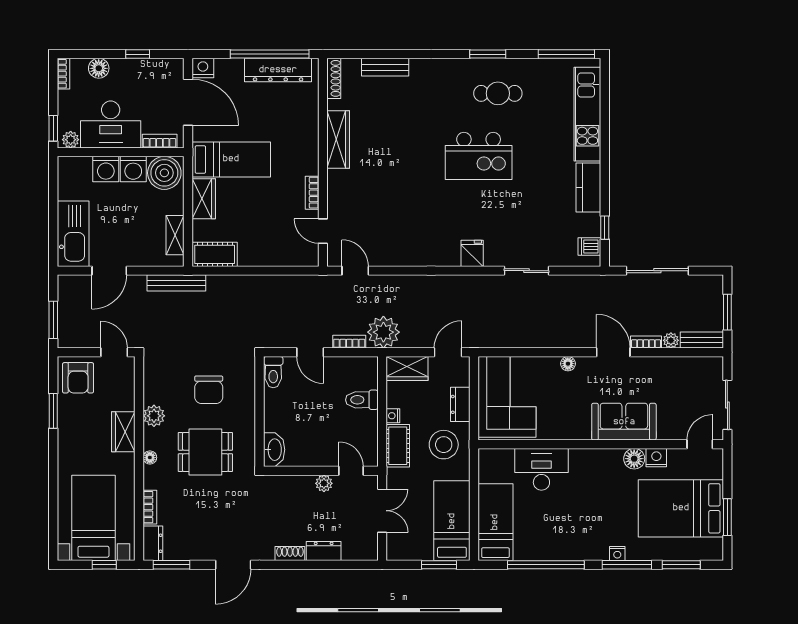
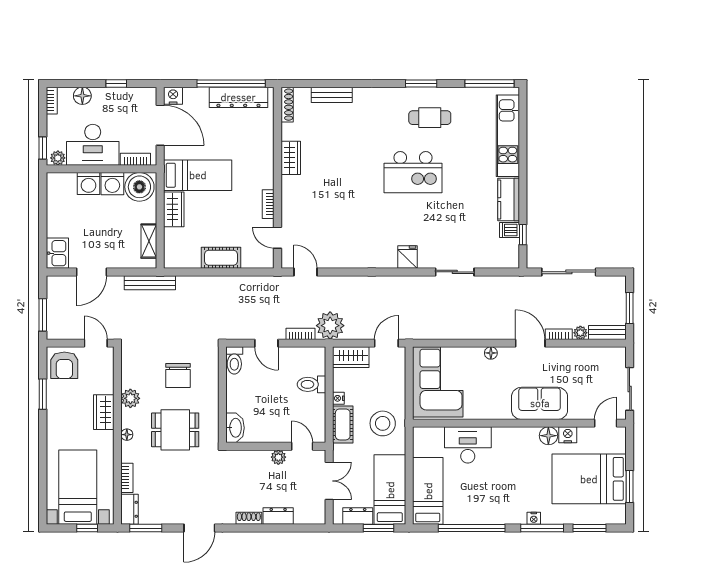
wardrobe: (338, 140) -> (291, 158), width x0.67
kitchen sink: (73, 234) -> (57, 253), width x0.53, depth x0.81
dishwasher: (589, 247) -> (509, 230), moved
cot: (215, 254) -> (221, 258), moved
dresser: (460, 404) -> (358, 516), moved, turned 90

